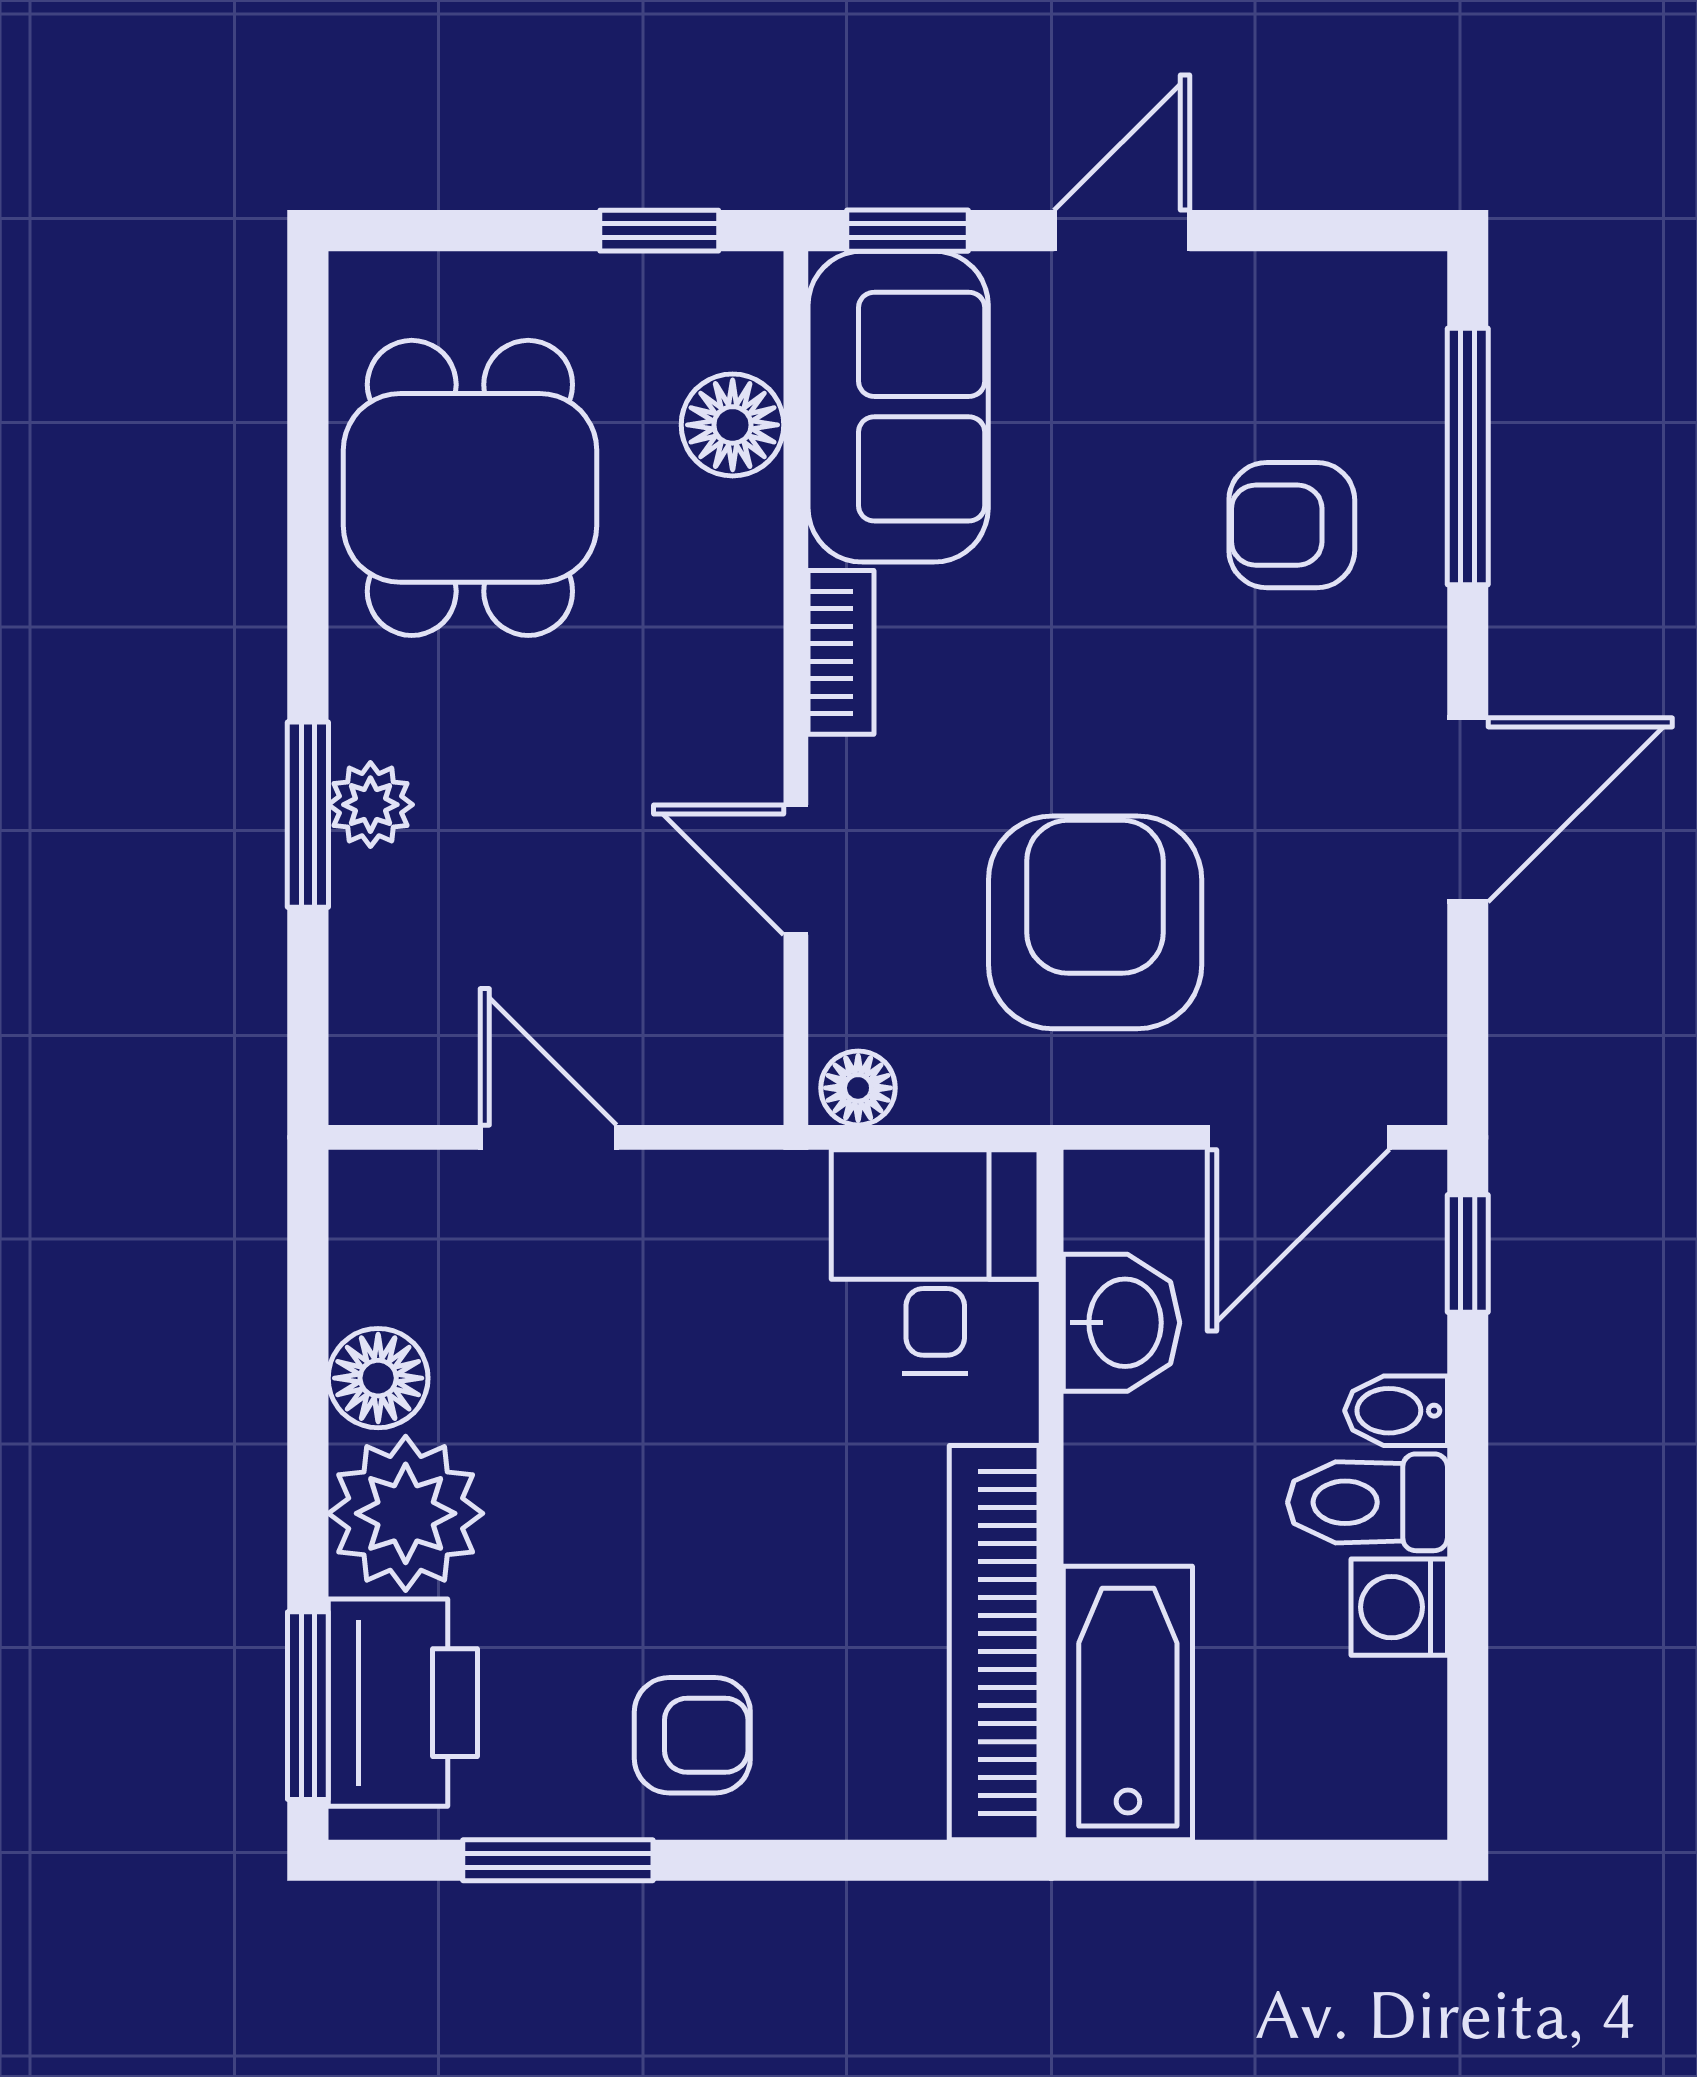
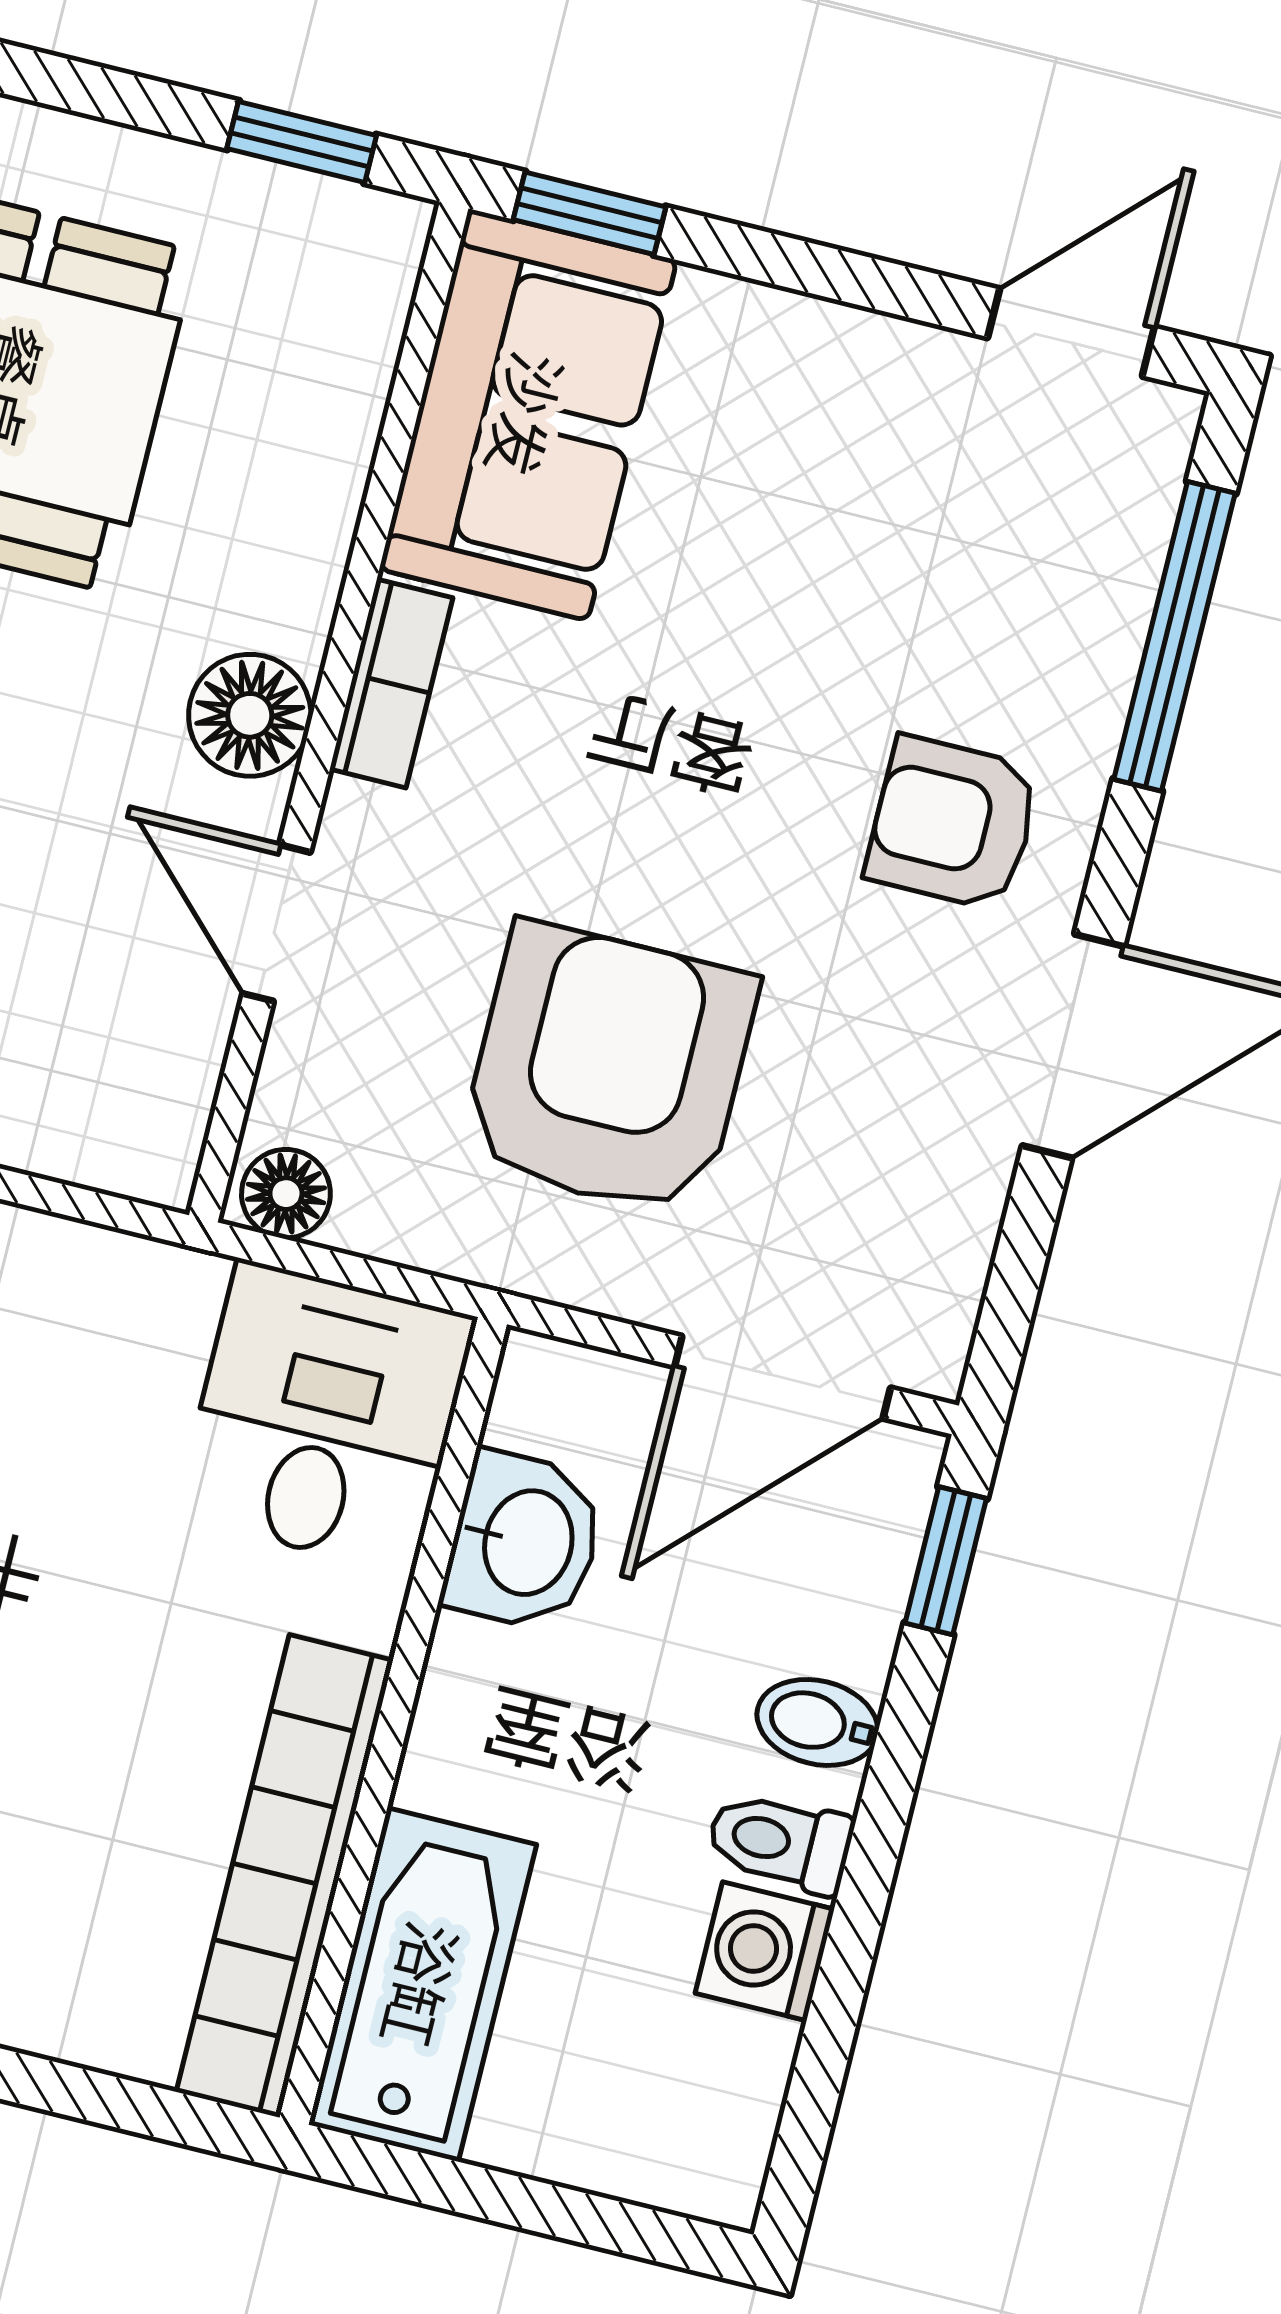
door: (1122, 231) -> (1071, 332), moved
floor lamp: (733, 425) -> (250, 715), moved
armchair: (1292, 525) -> (953, 823), moved
toilet: (1368, 1502) -> (780, 1842), width x0.73, depth x0.72

